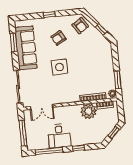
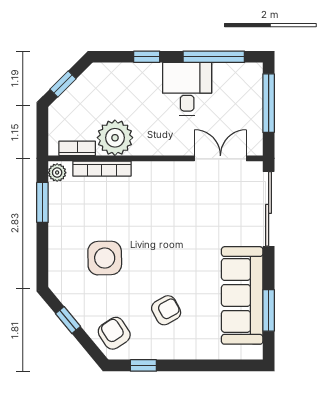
window: (49, 15) -> (143, 365), moved
side table: (59, 67) -> (105, 258), moved

